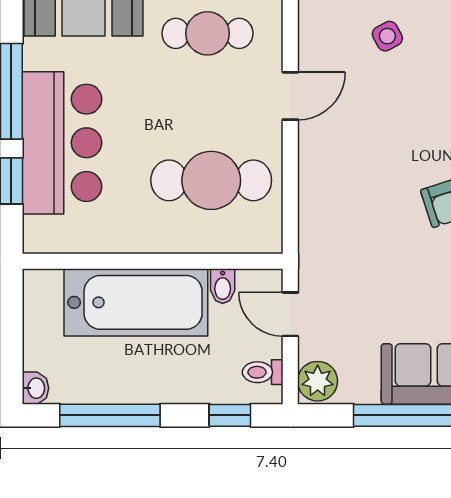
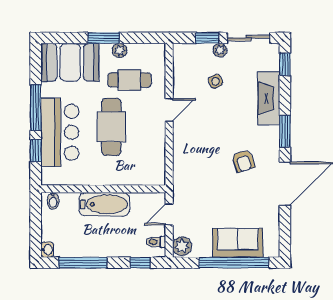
cafe table: (211, 180) -> (111, 127), moved, turned 90
bidet: (223, 286) -> (53, 201), moved
bathtub: (136, 302) -> (104, 204), width x0.73, depth x0.73
door: (290, 314) -> (169, 214), hinge flipped

